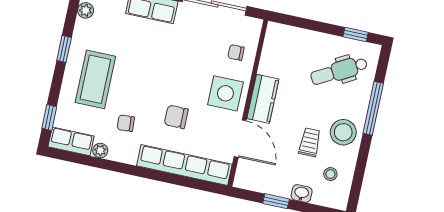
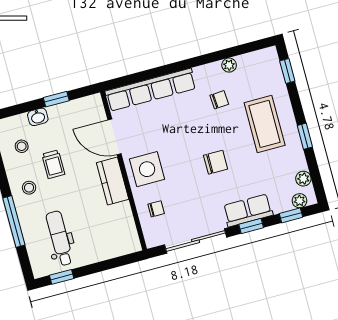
dental chair: (339, 71) -> (60, 238), turned -61
chair: (176, 117) -> (216, 162), moved
stool: (343, 132) -> (29, 188), width x0.53, depth x0.53
row of seats: (71, 141) -> (258, 60), removed

